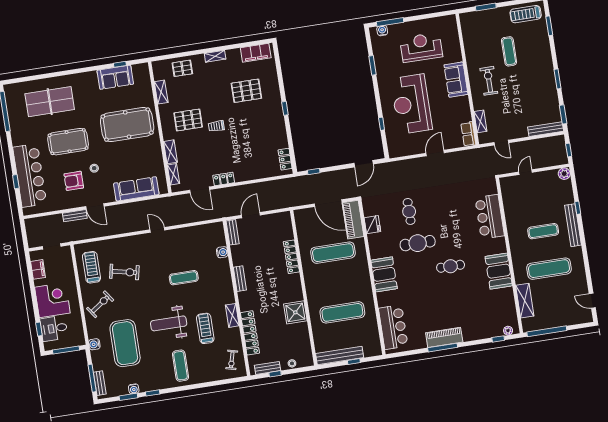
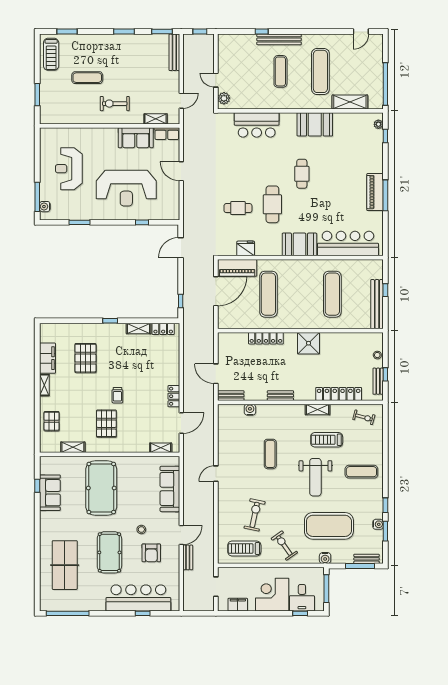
filing cabinet: (256, 53) -> (47, 358), moved
sofa: (456, 80) -> (136, 138), moved
shelving: (171, 152) -> (139, 329), moved
door: (364, 164) -> (181, 248), swing flipped
plant: (564, 174) -> (224, 98), moved
shower: (295, 312) -> (309, 343), moved
bar counter: (393, 327) -> (348, 244), width x1.36

